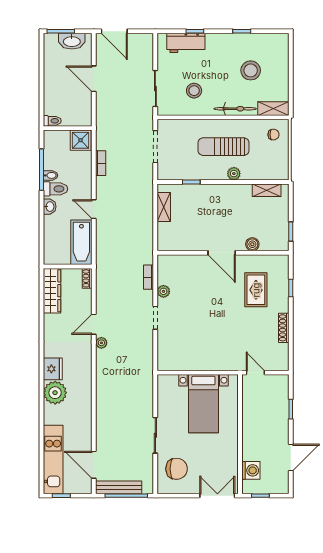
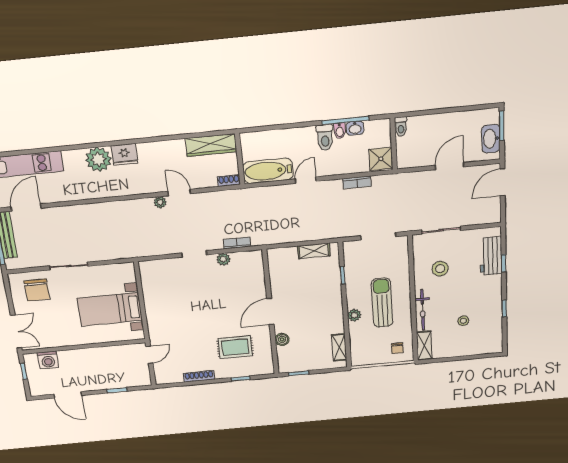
stool: (251, 70) -> (463, 321), width x0.53, depth x0.53
washbasin: (50, 207) -> (355, 128), moved

